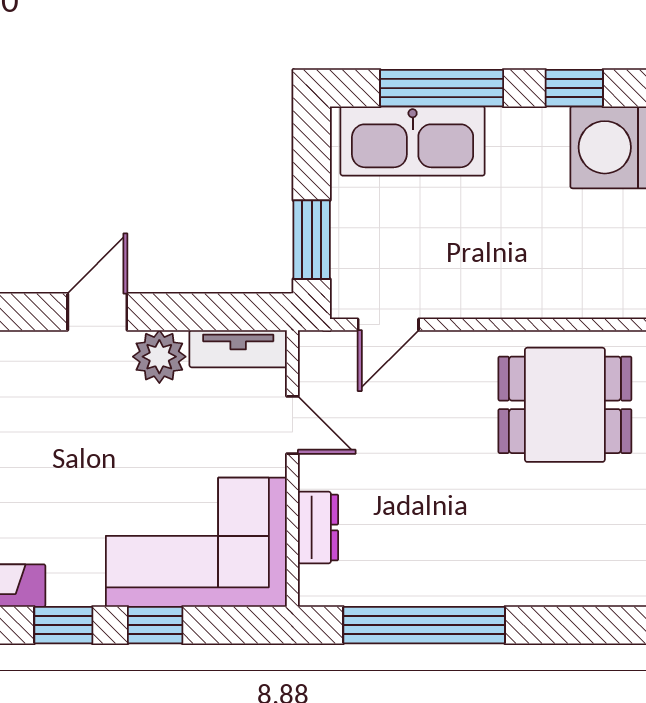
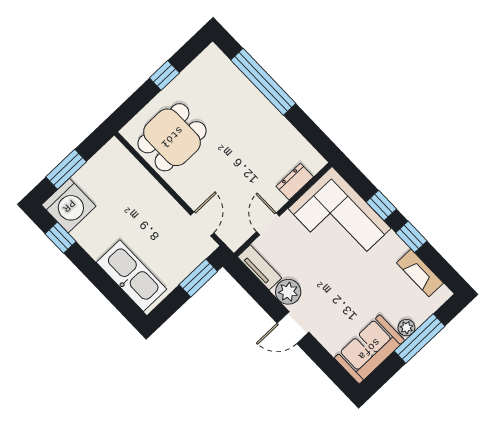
window: (442, 88) -> (104, 283), removed
door: (388, 325) -> (202, 224), hinge flipped
dining table: (565, 405) -> (172, 137), turned 90
window: (424, 625) -> (263, 82), moved

